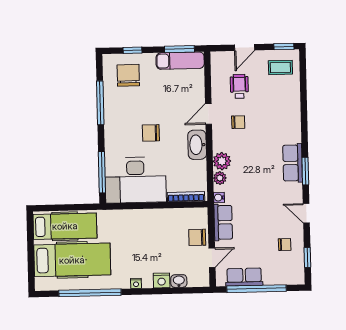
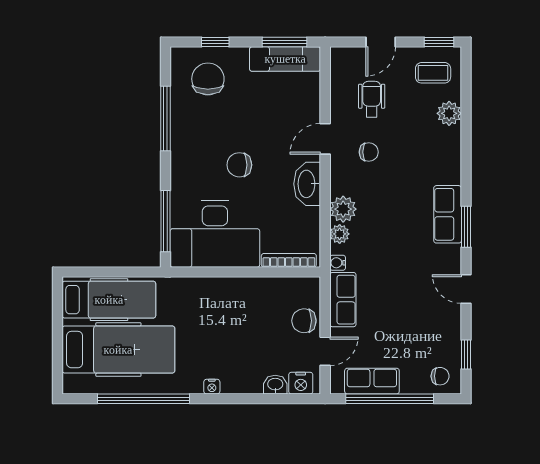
plant: (292, 95) -> (449, 113), added
chair: (285, 245) -> (440, 376), moved
nightstand: (162, 280) -> (301, 383), moved

